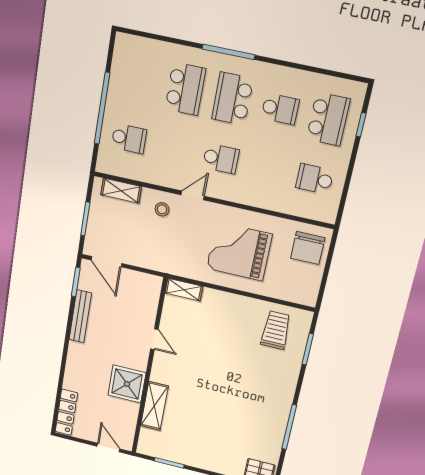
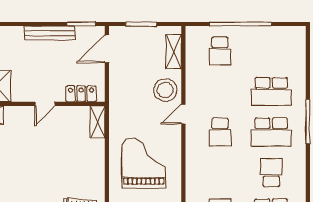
school desk: (232, 99) -> (271, 132), turned 180
school desk: (280, 109) -> (271, 172), turned 180
door: (193, 195) -> (183, 114), swing flipped
stool: (162, 209) -> (165, 90), width x1.89, depth x1.89
locker: (150, 300) -> (81, 94), added

